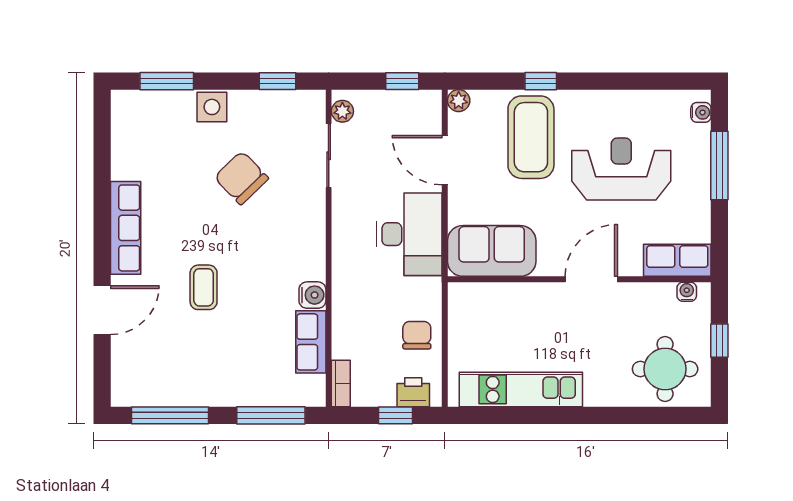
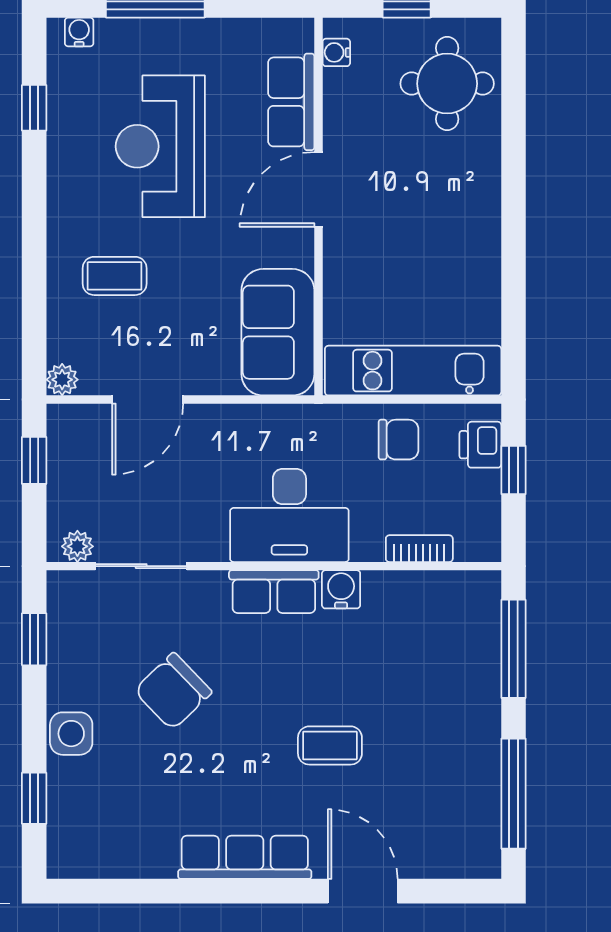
window: (167, 81) -> (34, 798), width x0.67
window: (541, 81) -> (34, 108), moved
coffee table: (531, 137) -> (115, 276), width x0.54, depth x0.58
desk: (409, 234) -> (289, 515), moved, turned 180
row of seats: (677, 260) -> (291, 102), moved
door: (591, 279) -> (318, 189), hinge flipped
chair: (417, 335) -> (399, 440), turned 180
row of seats: (311, 342) -> (274, 592), moved
bookcase: (341, 383) -> (419, 549), moved
kitchen unit: (521, 389) -> (413, 371), moved, turned 90

